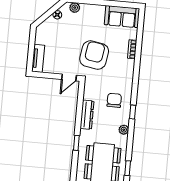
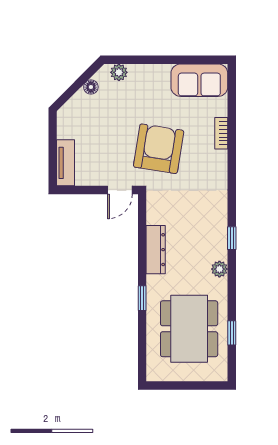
chair: (114, 100) -> (199, 221), removed

